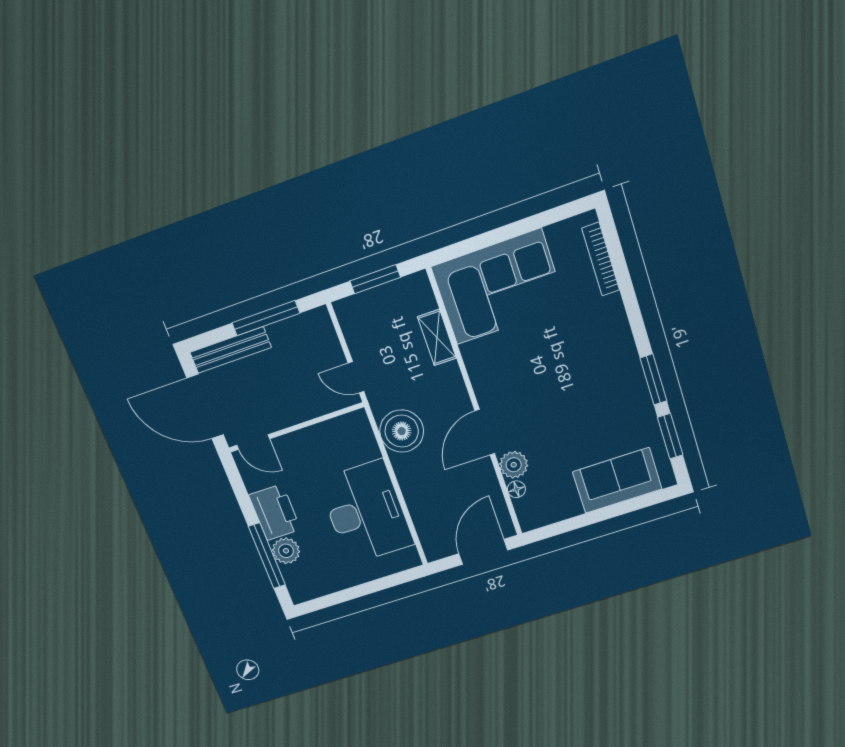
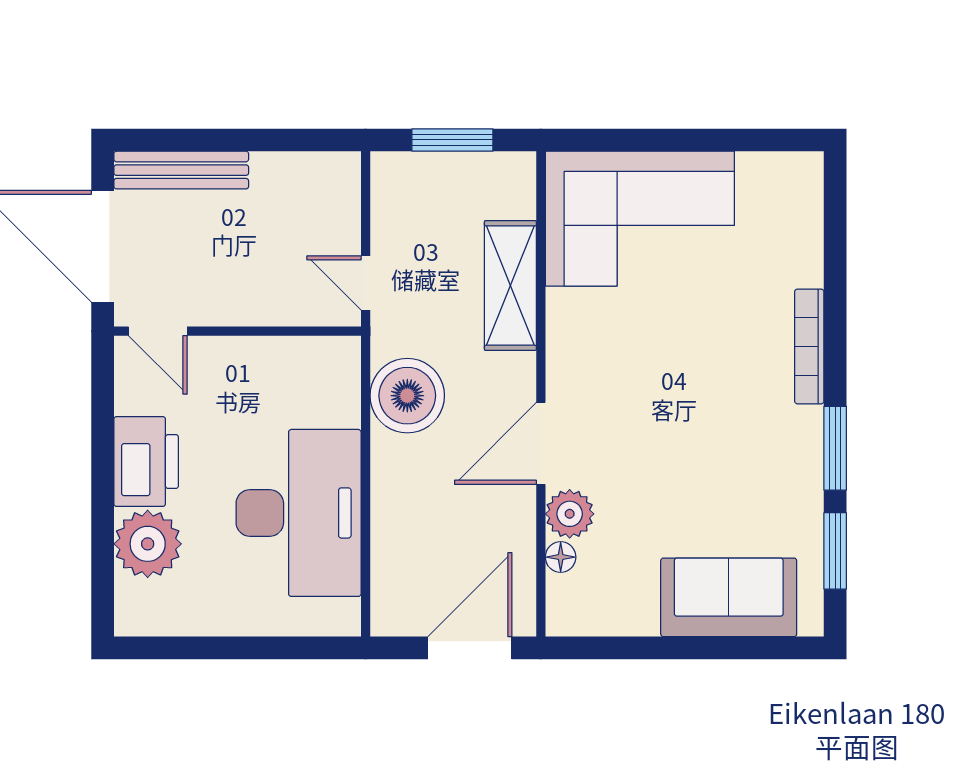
bookcase: (601, 259) -> (809, 346), moved
window: (266, 318) -> (258, 140), removed
shelving: (437, 337) -> (510, 286), width x1.50, depth x1.33
plant: (286, 551) -> (148, 544), width x1.36, depth x1.36
window: (267, 556) -> (103, 533), removed

